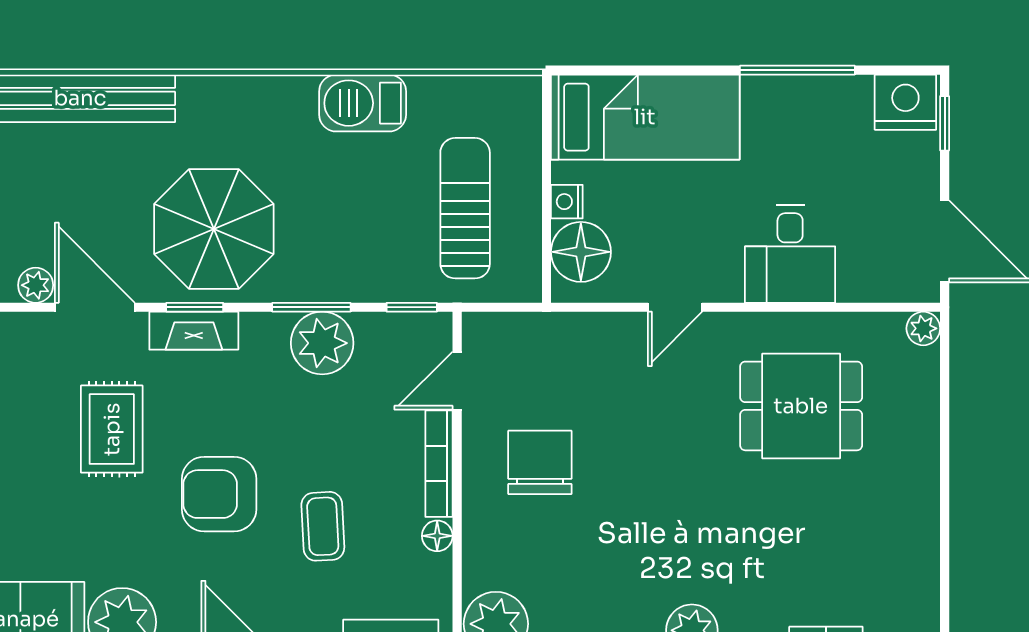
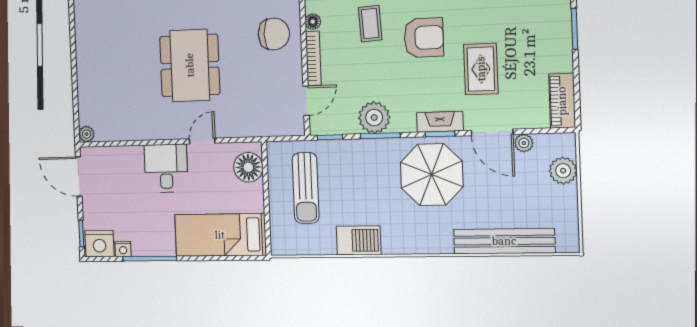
nightstand: (567, 202) -> (123, 249), moved, turned 90
desk: (790, 254) -> (166, 168), moved
dining table: (801, 406) -> (190, 65), moved, width x1.37
chair: (540, 462) -> (274, 34), moved, turned -90

